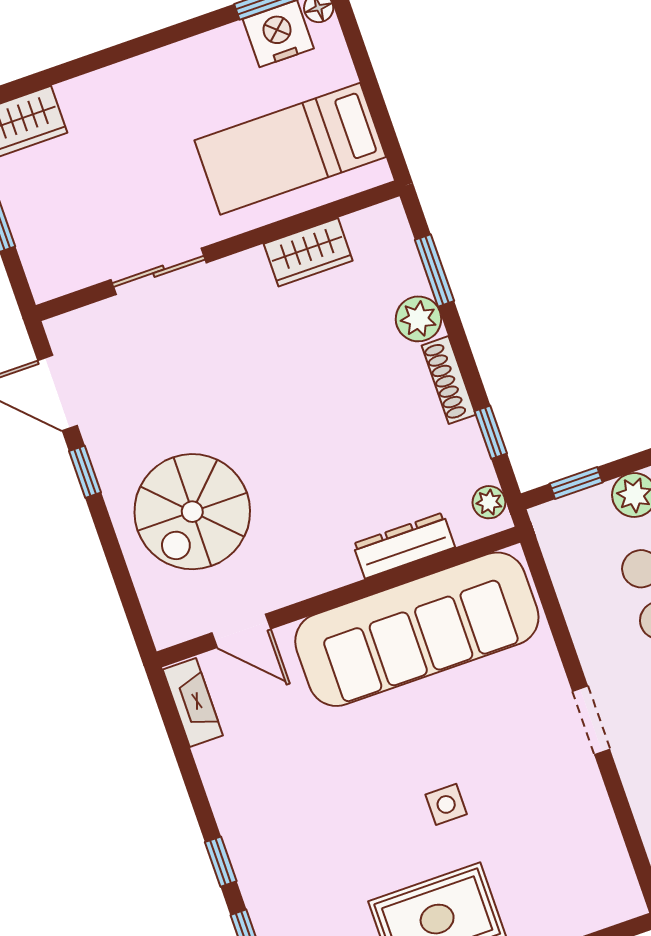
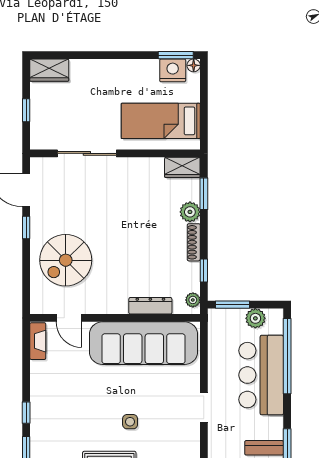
wardrobe: (308, 252) -> (182, 167), moved
sliding door: (159, 271) -> (87, 153), width x1.37
window: (576, 483) -> (233, 305), width x1.50

